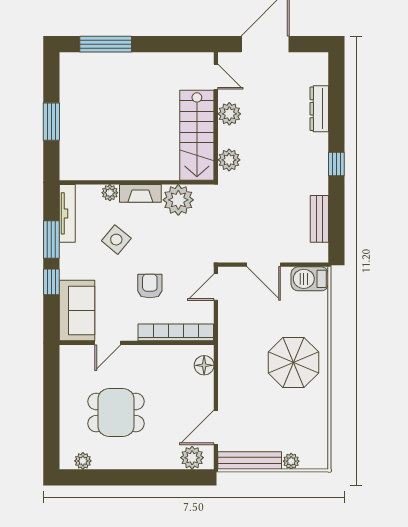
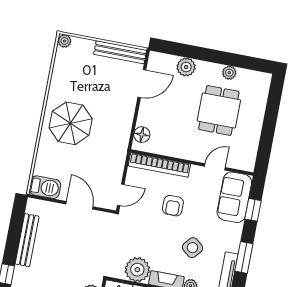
bench: (319, 219) -> (27, 240), width x1.36
window: (51, 282) -> (253, 210), moved
dining table: (116, 413) -> (219, 110), turned 90
plant: (192, 458) -> (186, 67), moved
plant: (83, 461) -> (229, 73), moved
plant: (291, 461) -> (65, 41), moved

